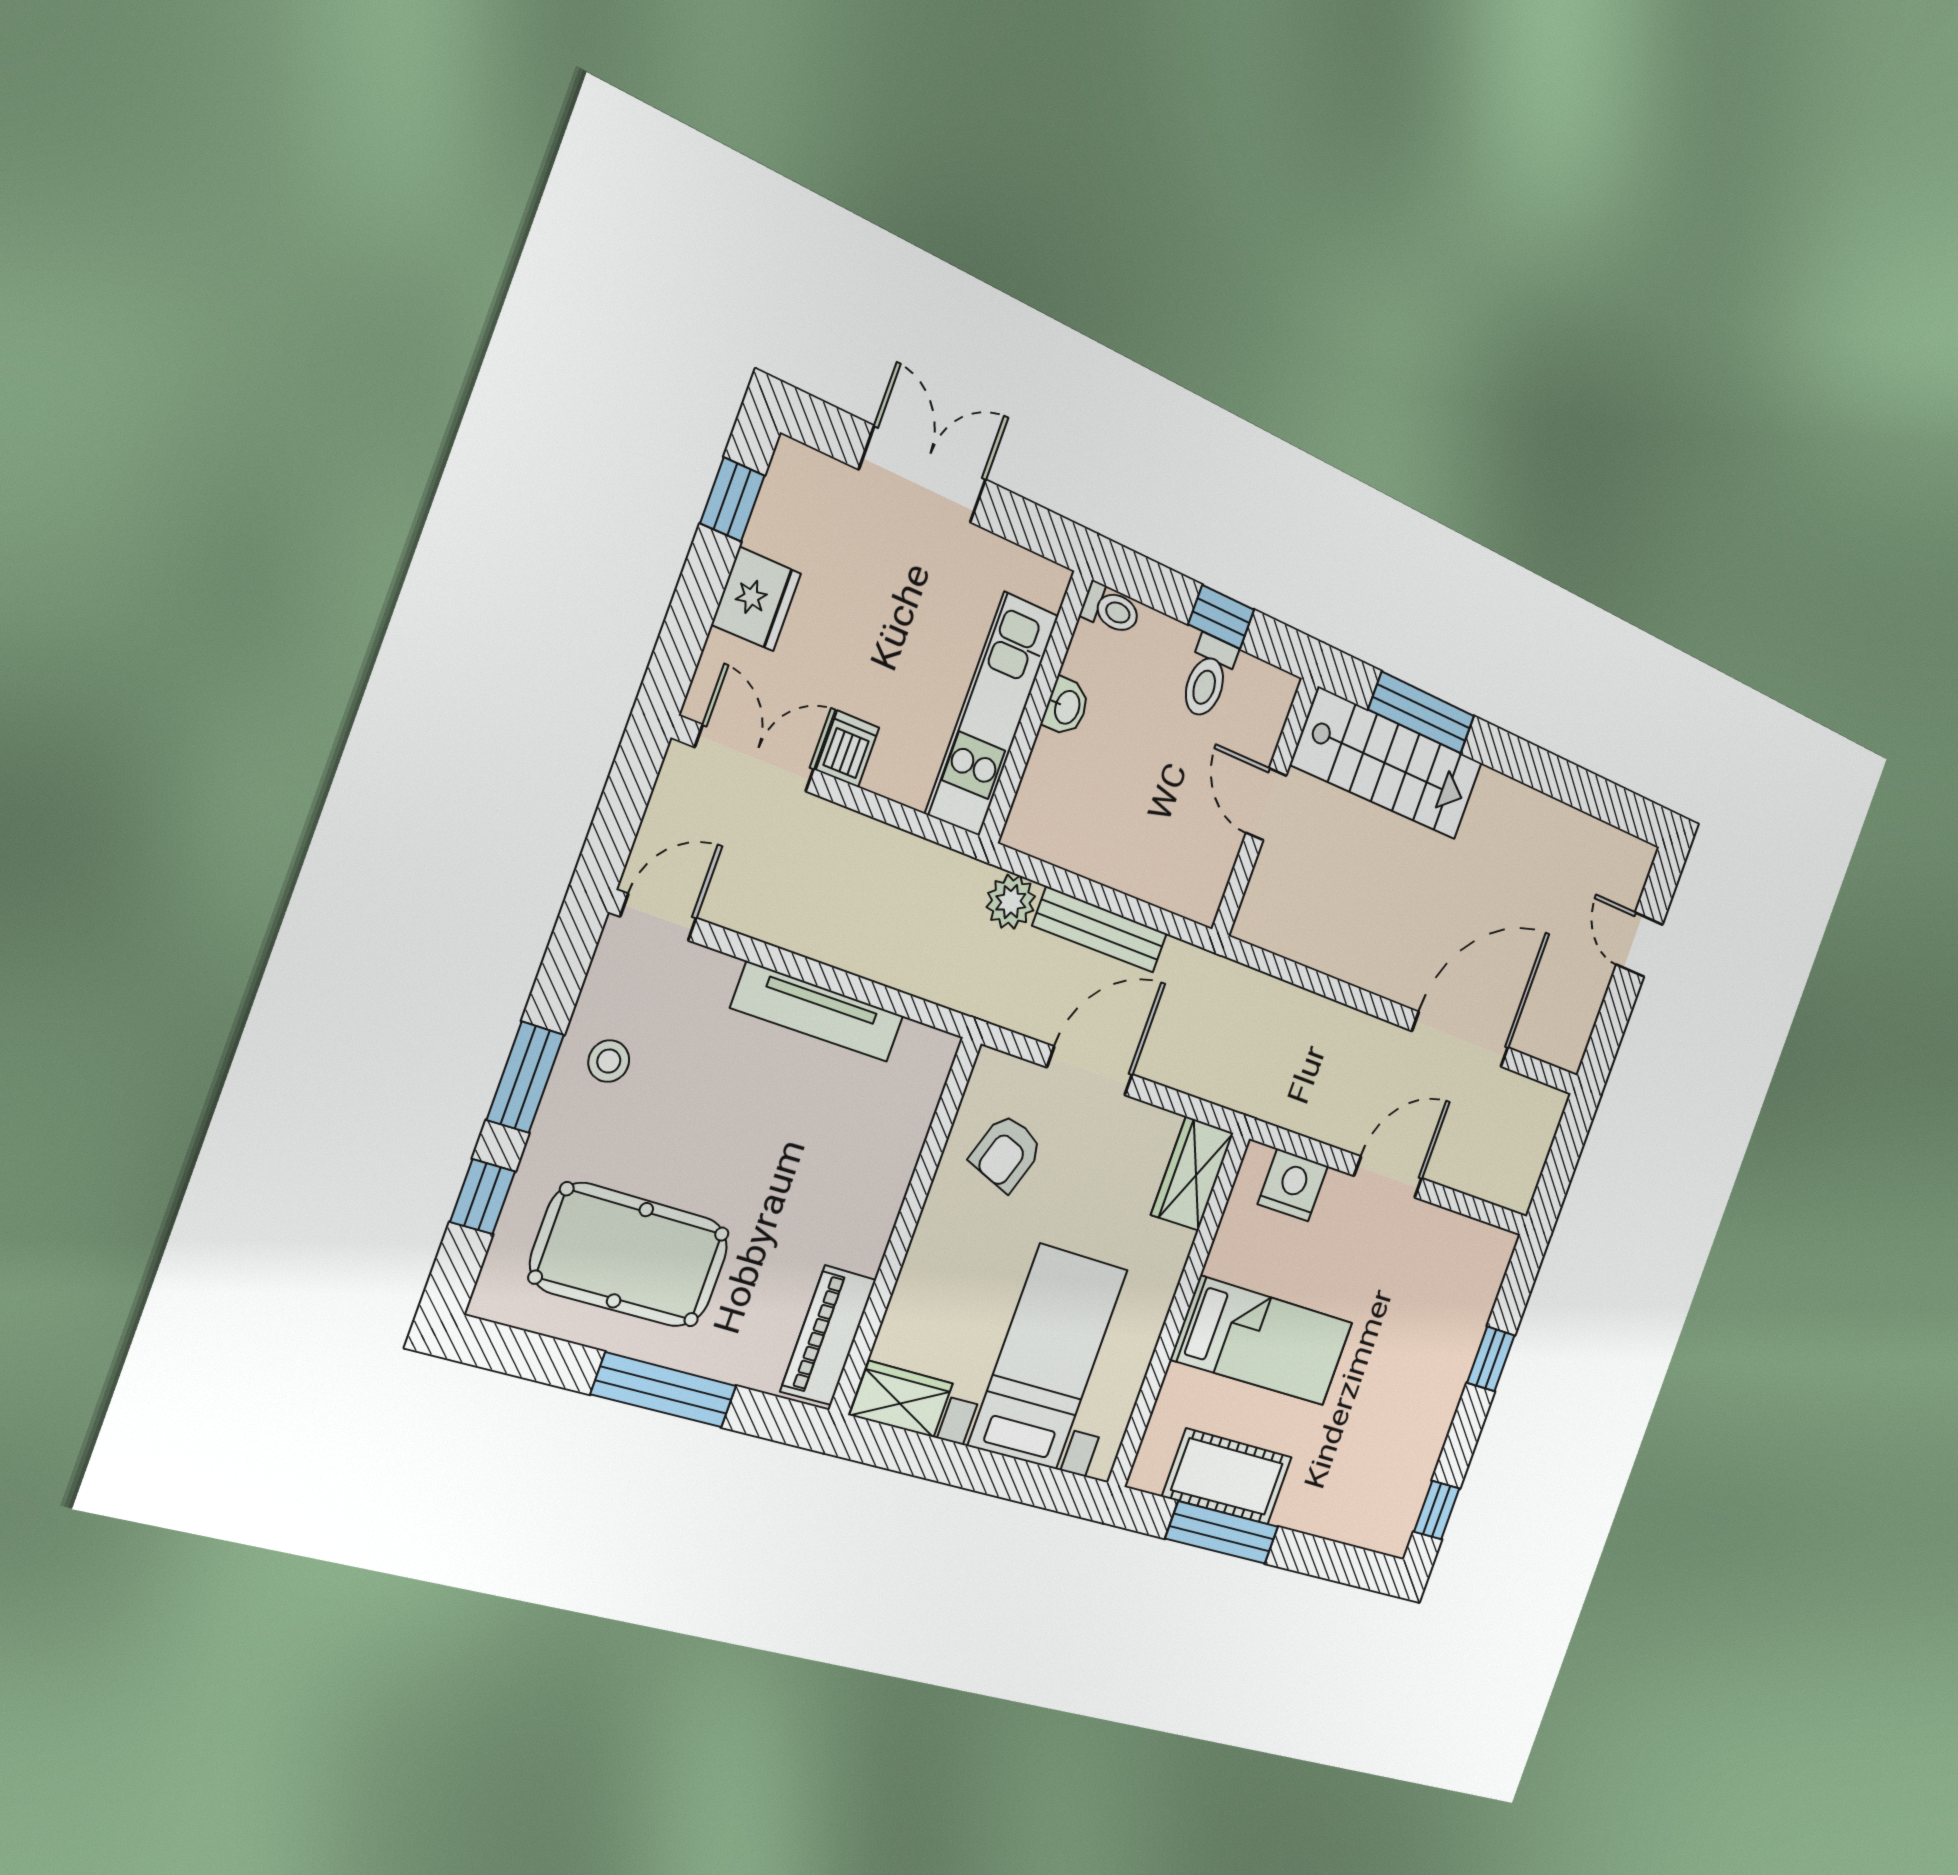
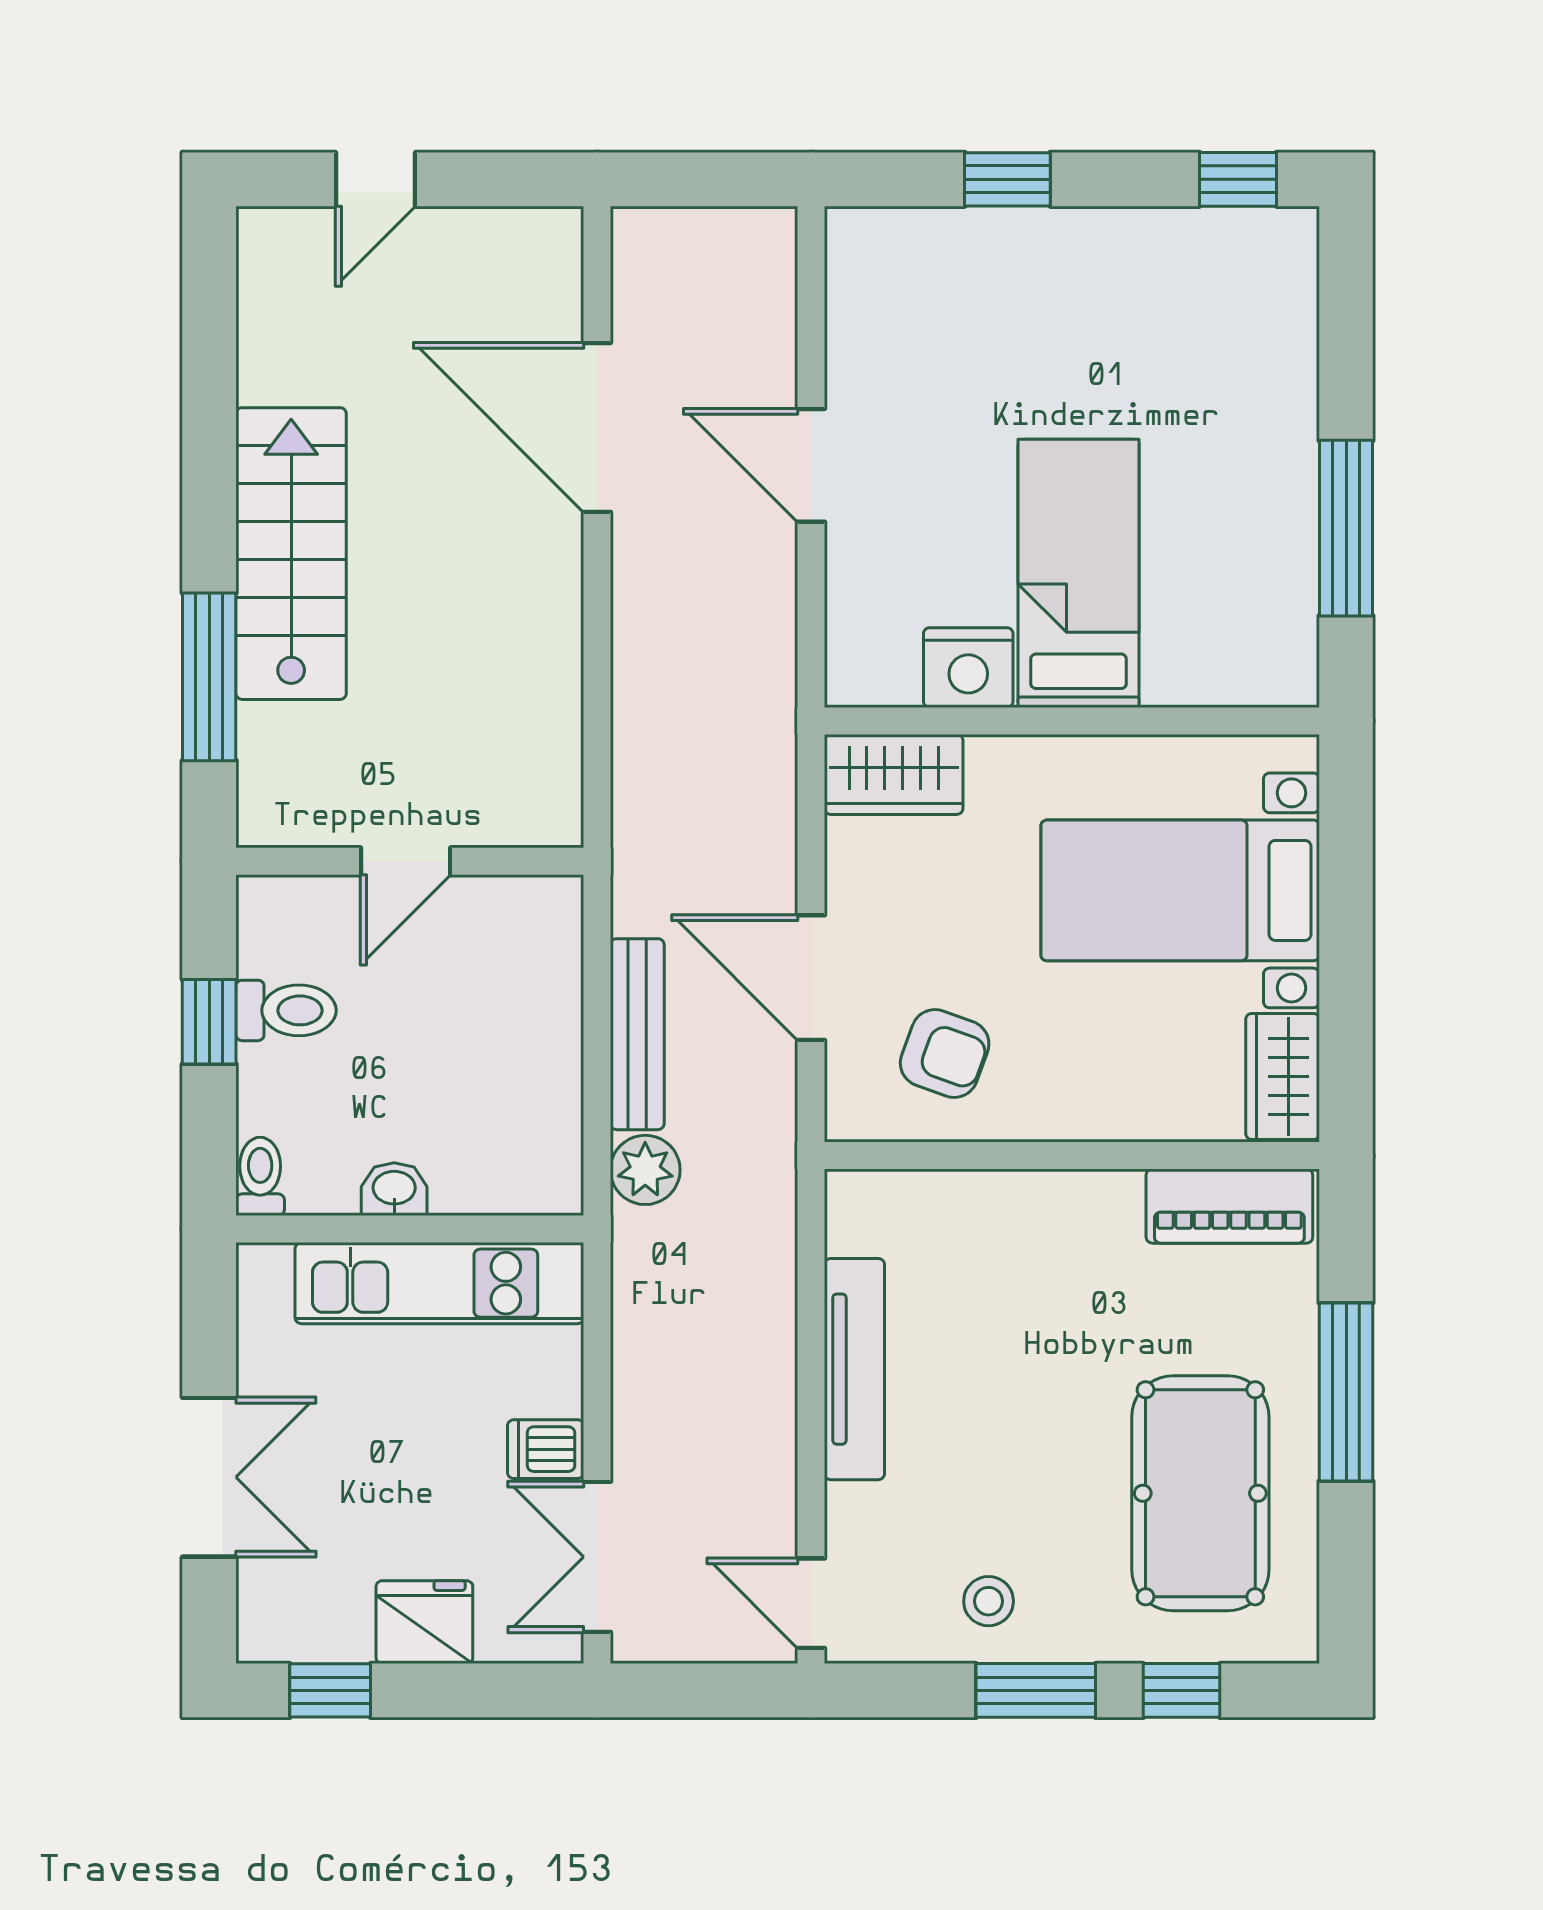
double door: (923, 475) -> (209, 1477), swing flipped
stairs: (1388, 764) -> (291, 554), moved
nightstand: (1293, 1185) -> (968, 668), moved, turned -90
cot: (1227, 1477) -> (1270, 552), removed

